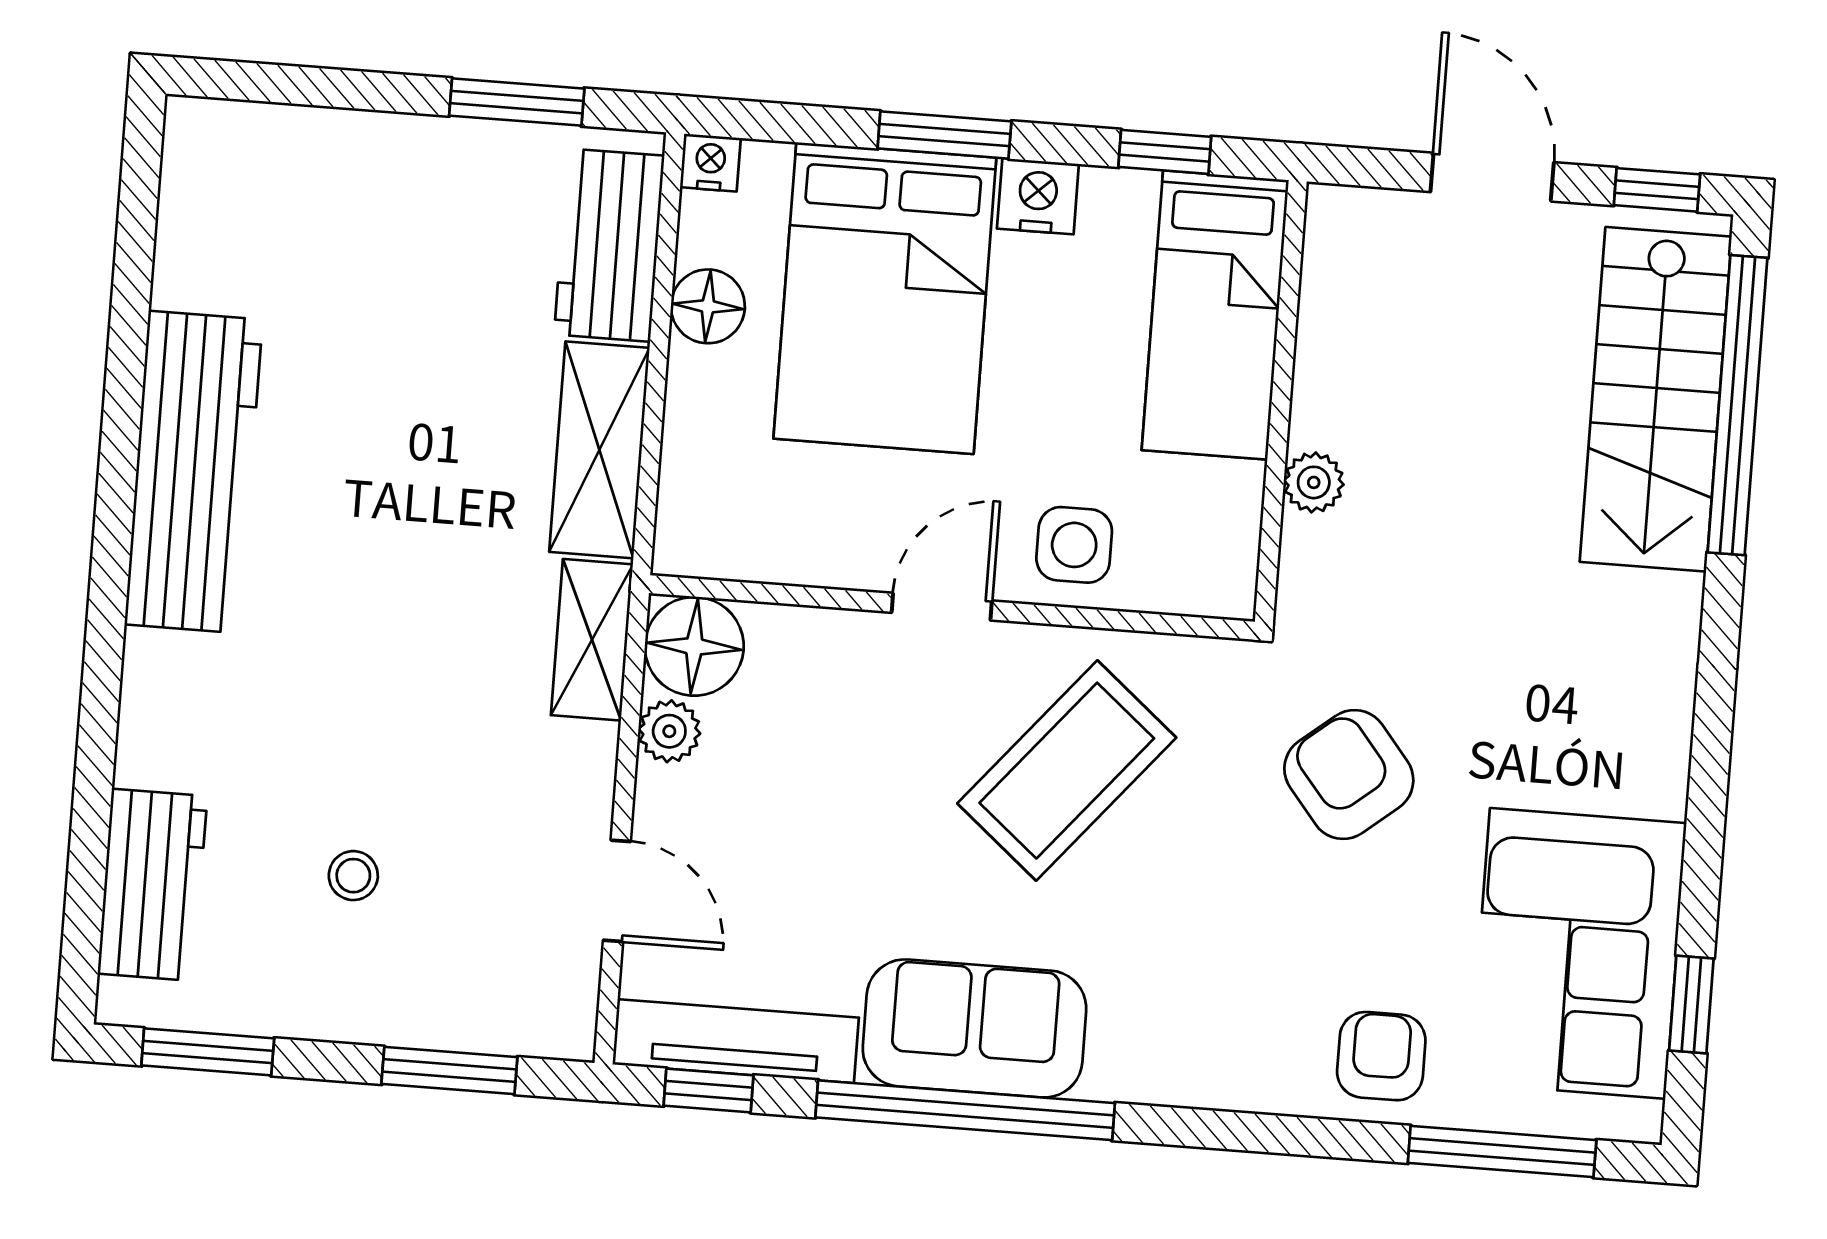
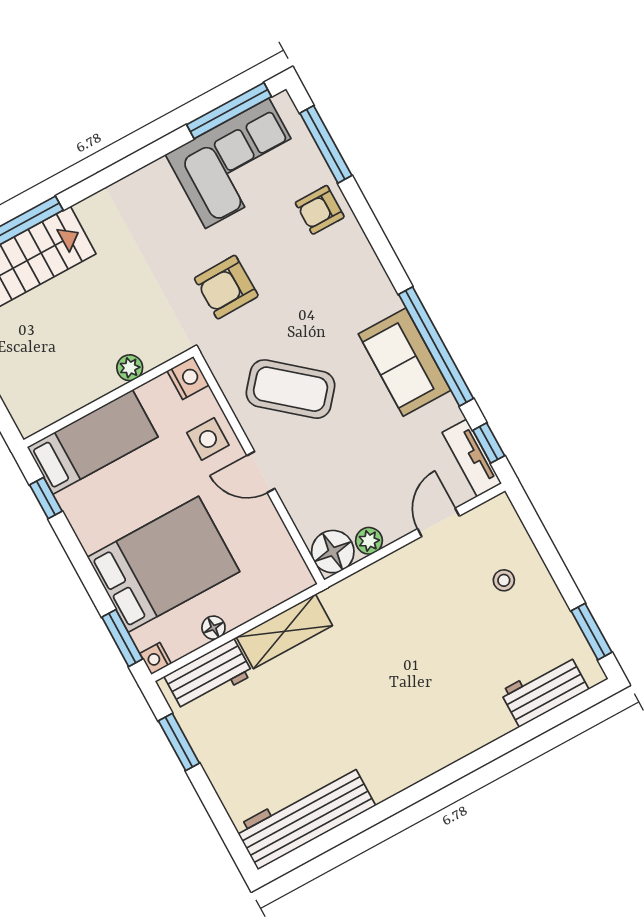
window: (944, 135) -> (122, 638), moved
nightstand: (1038, 196) -> (188, 378), moved, turned 180
floor lamp: (708, 306) -> (213, 628), width x0.73, depth x0.73
workbench: (194, 472) -> (305, 816), moved
shelving: (592, 640) -> (354, 590), removed
armchair: (1349, 774) -> (226, 287), turned 38
stool: (353, 876) -> (504, 580), moved
window: (1691, 1004) -> (229, 111), width x2.17
tv unit: (736, 1041) -> (472, 458), width x0.71
window: (449, 1071) -> (542, 541), removed

